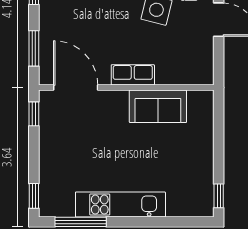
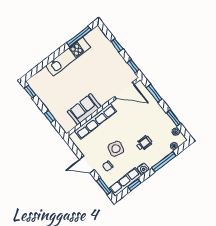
row of seats: (133, 75) -> (96, 121), width x2.02
window: (219, 135) -> (50, 117), added
window: (34, 196) -> (117, 45), moved

